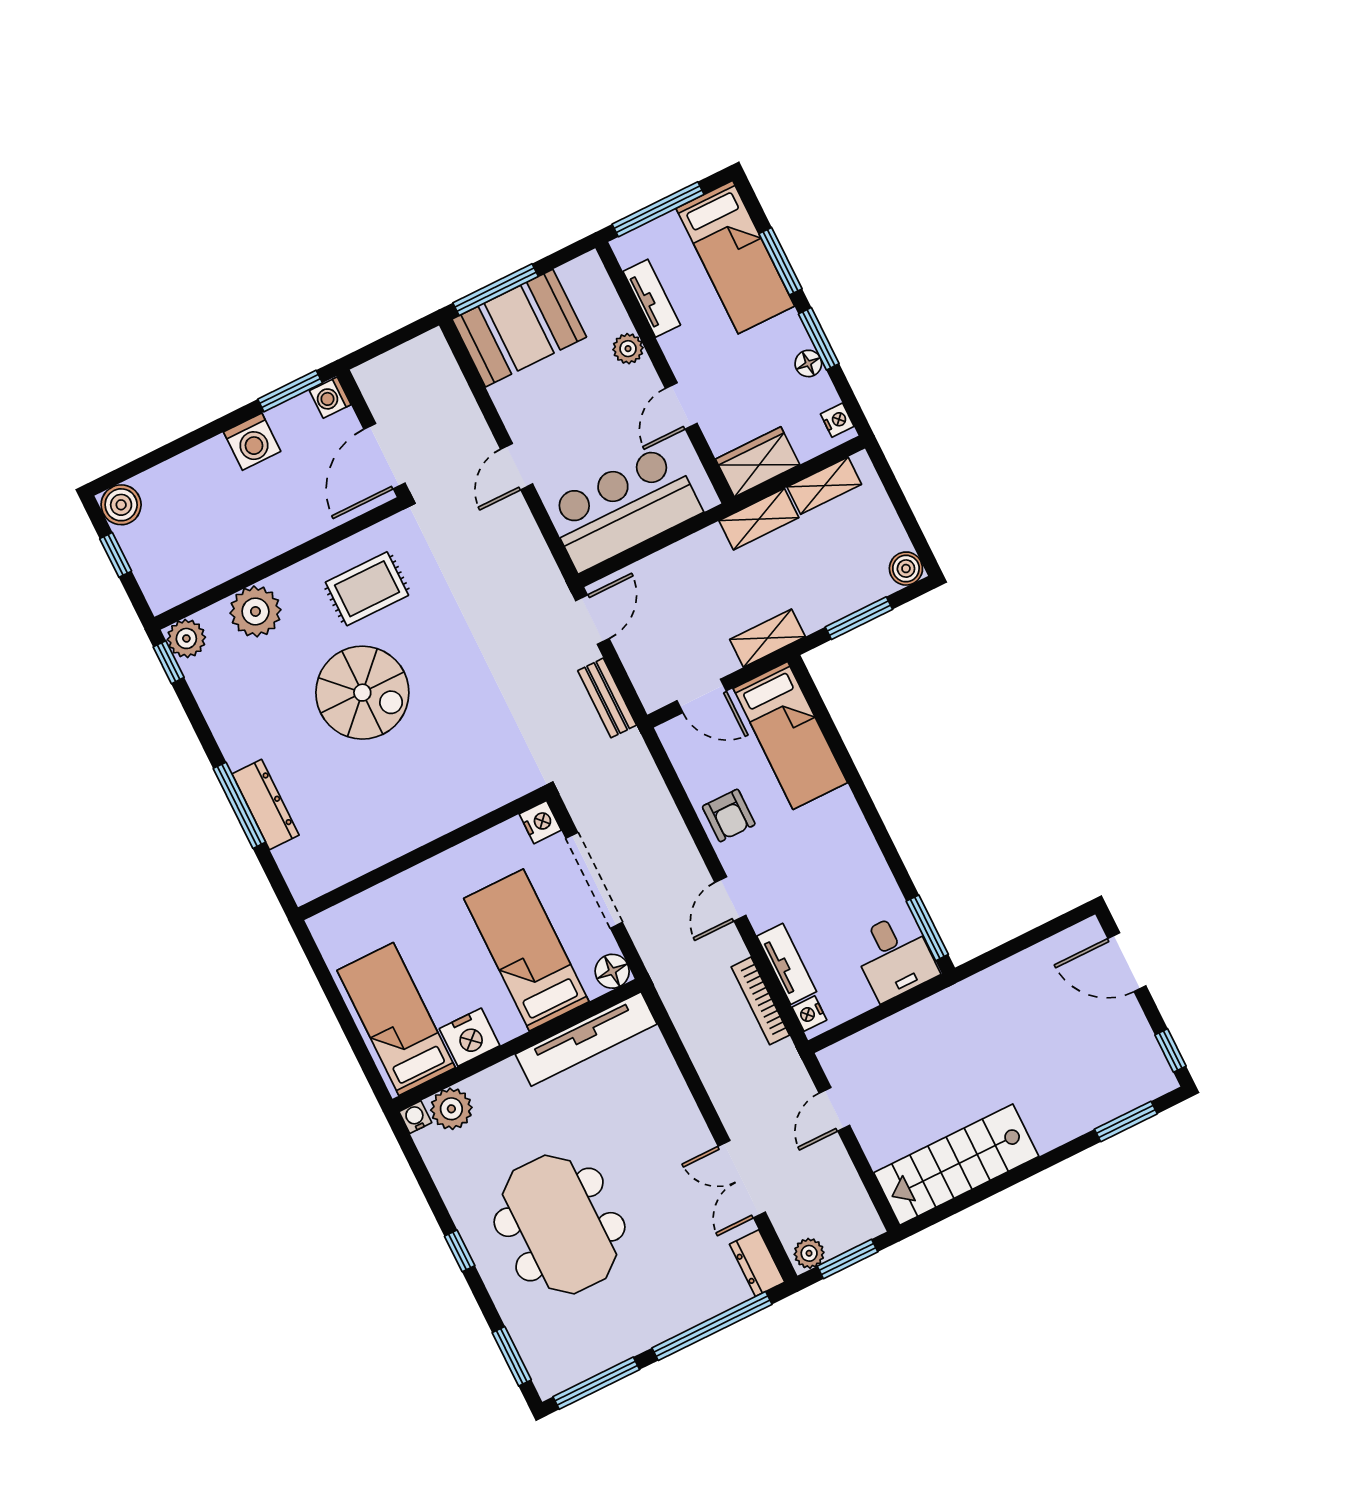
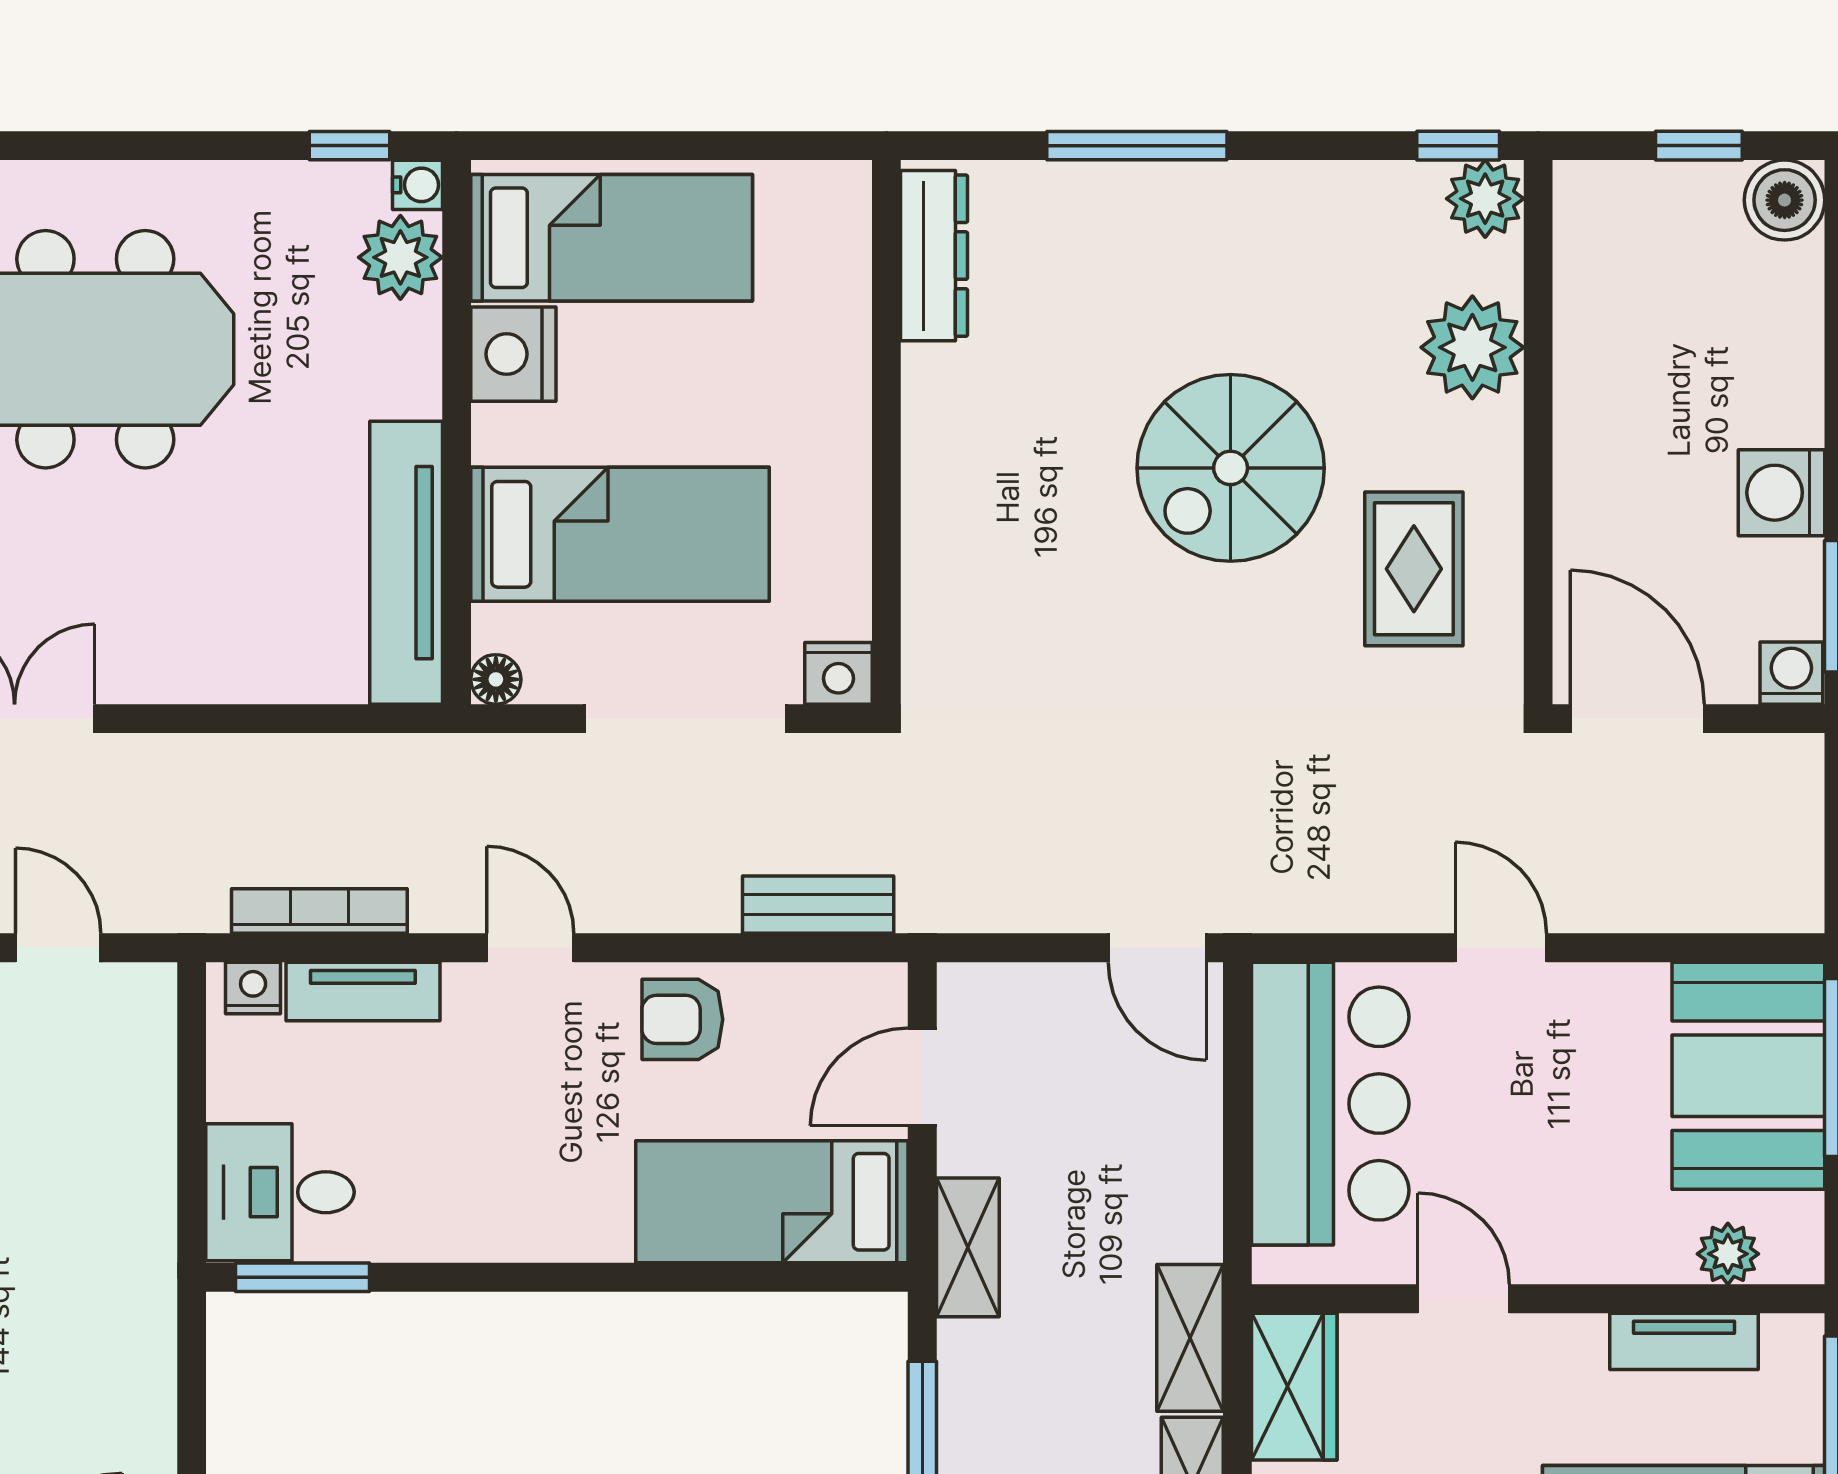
plant: (628, 349) -> (1728, 1254), moved
bench: (607, 698) -> (818, 905), moved
dresser: (265, 805) -> (934, 256), moved, turned -90
floor lamp: (612, 971) -> (496, 679), width x0.73, depth x0.73
window: (460, 1251) -> (349, 146), moved

